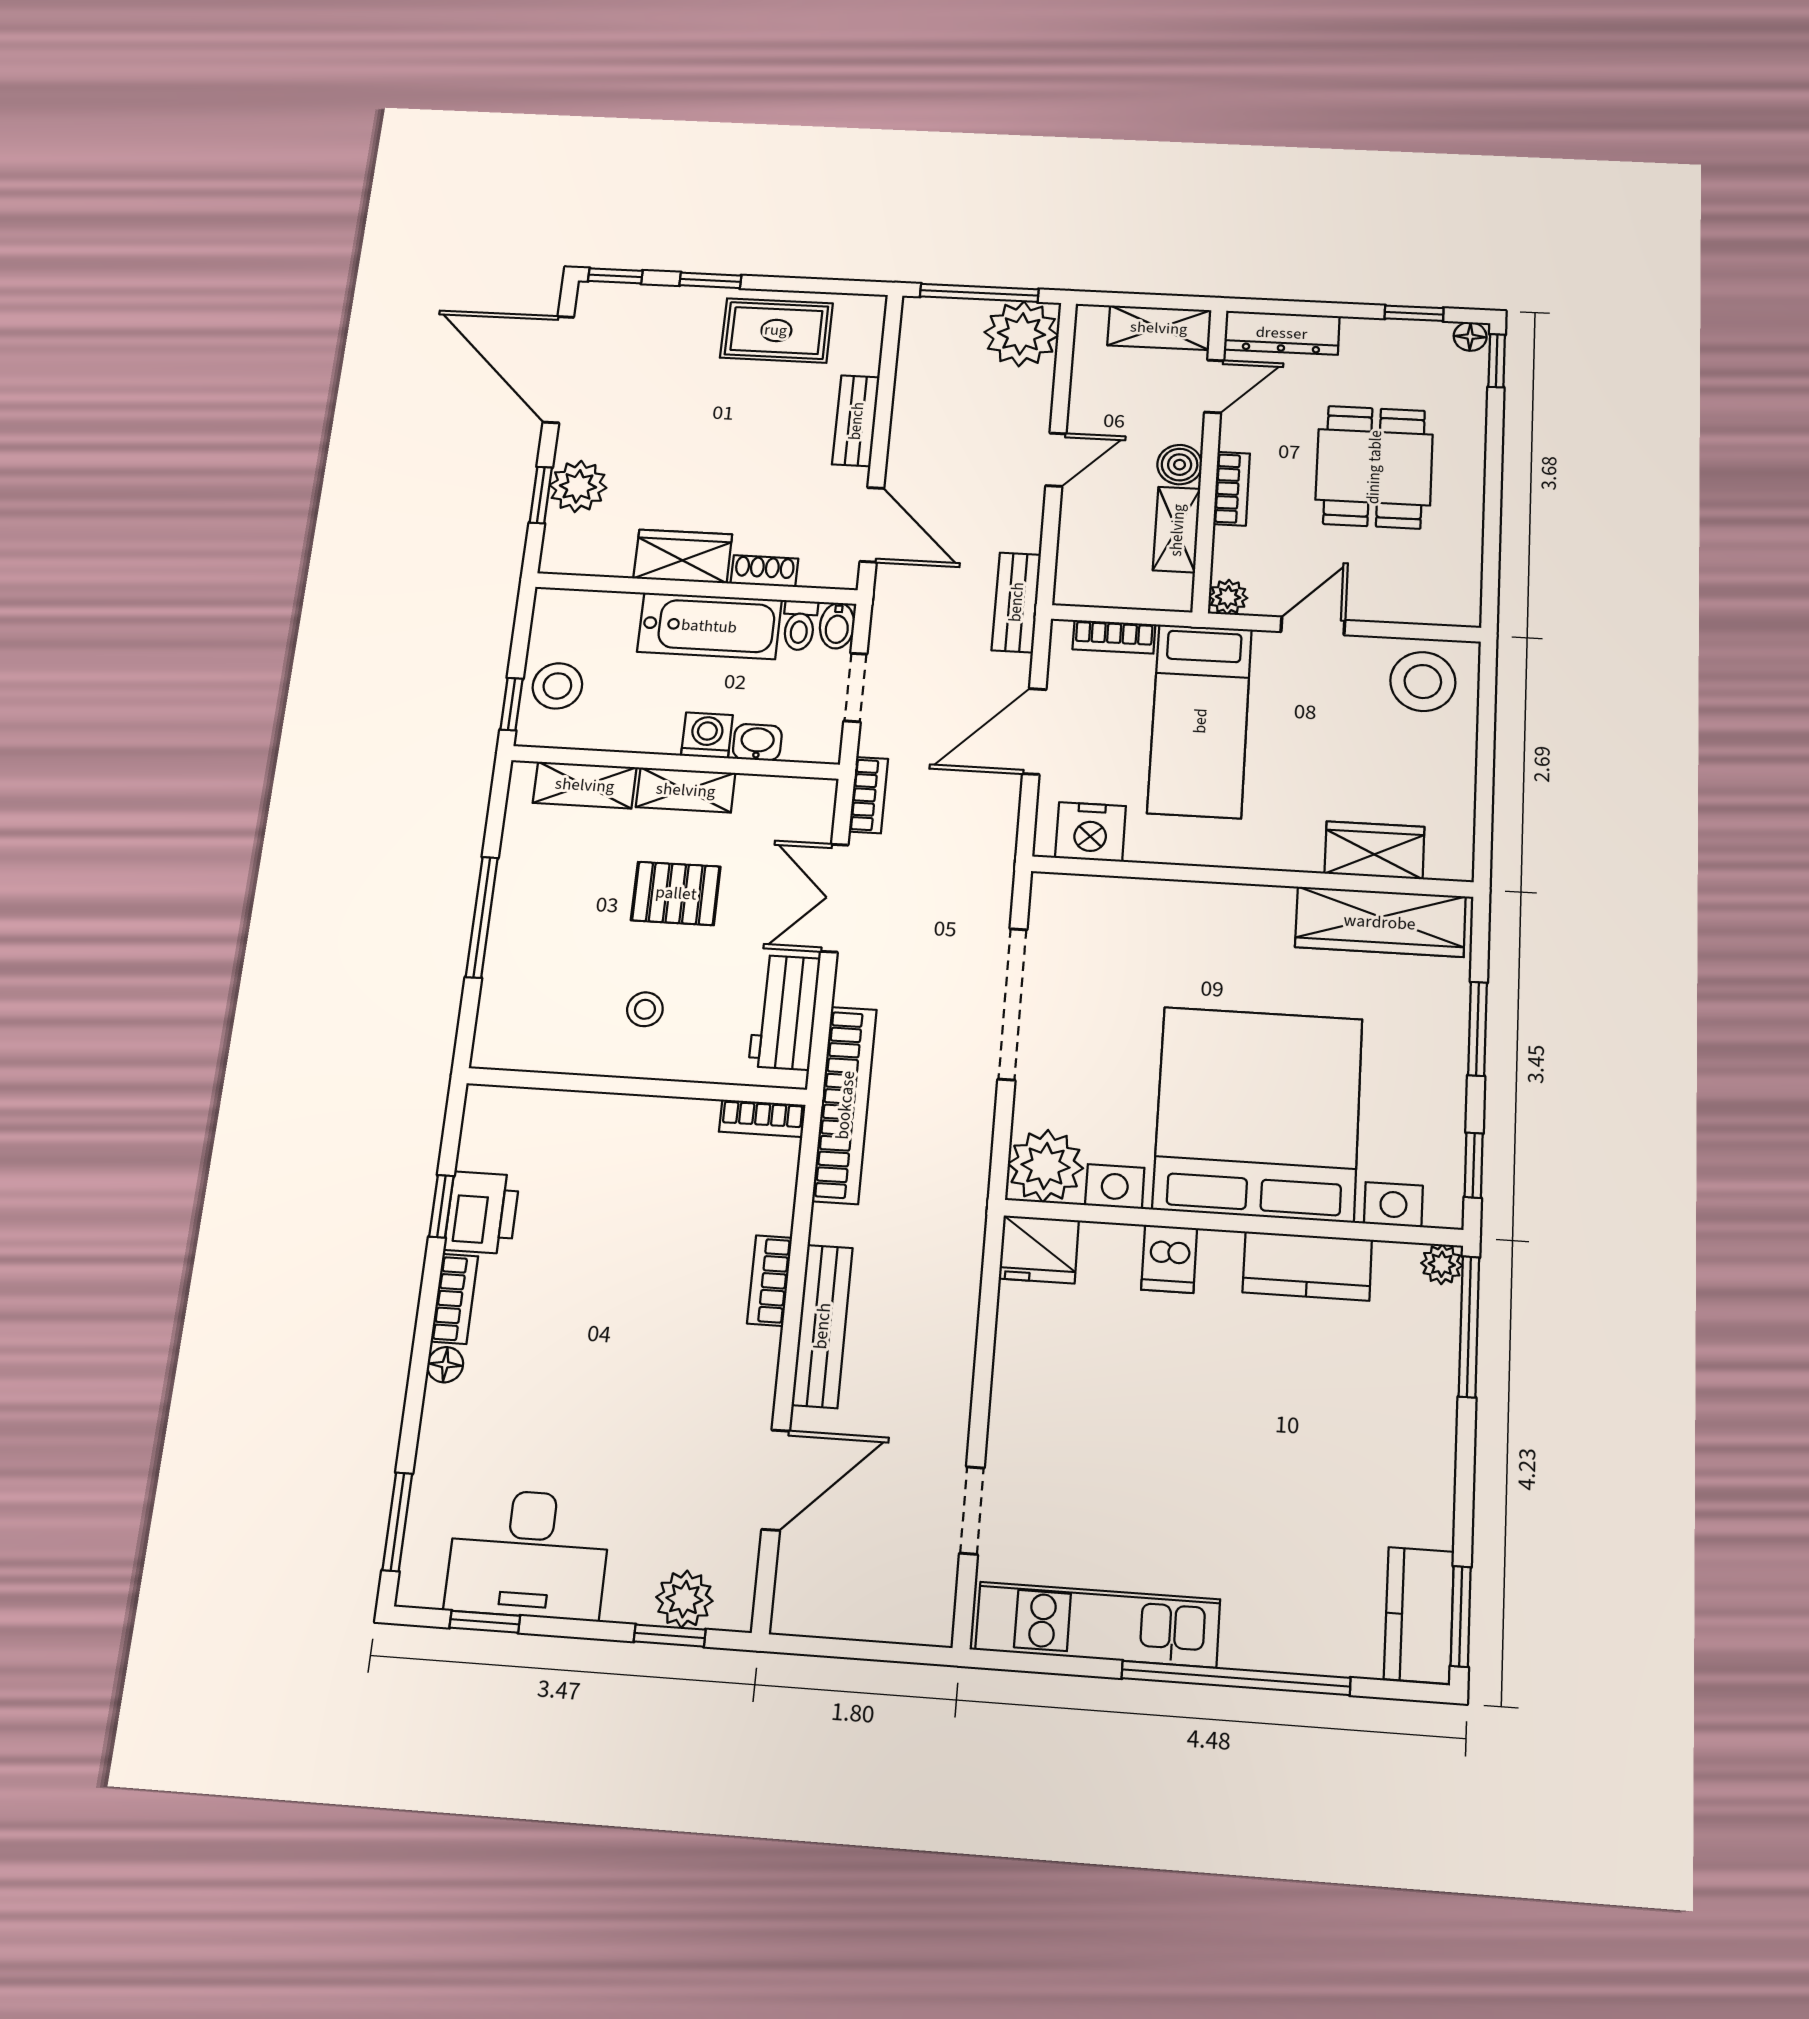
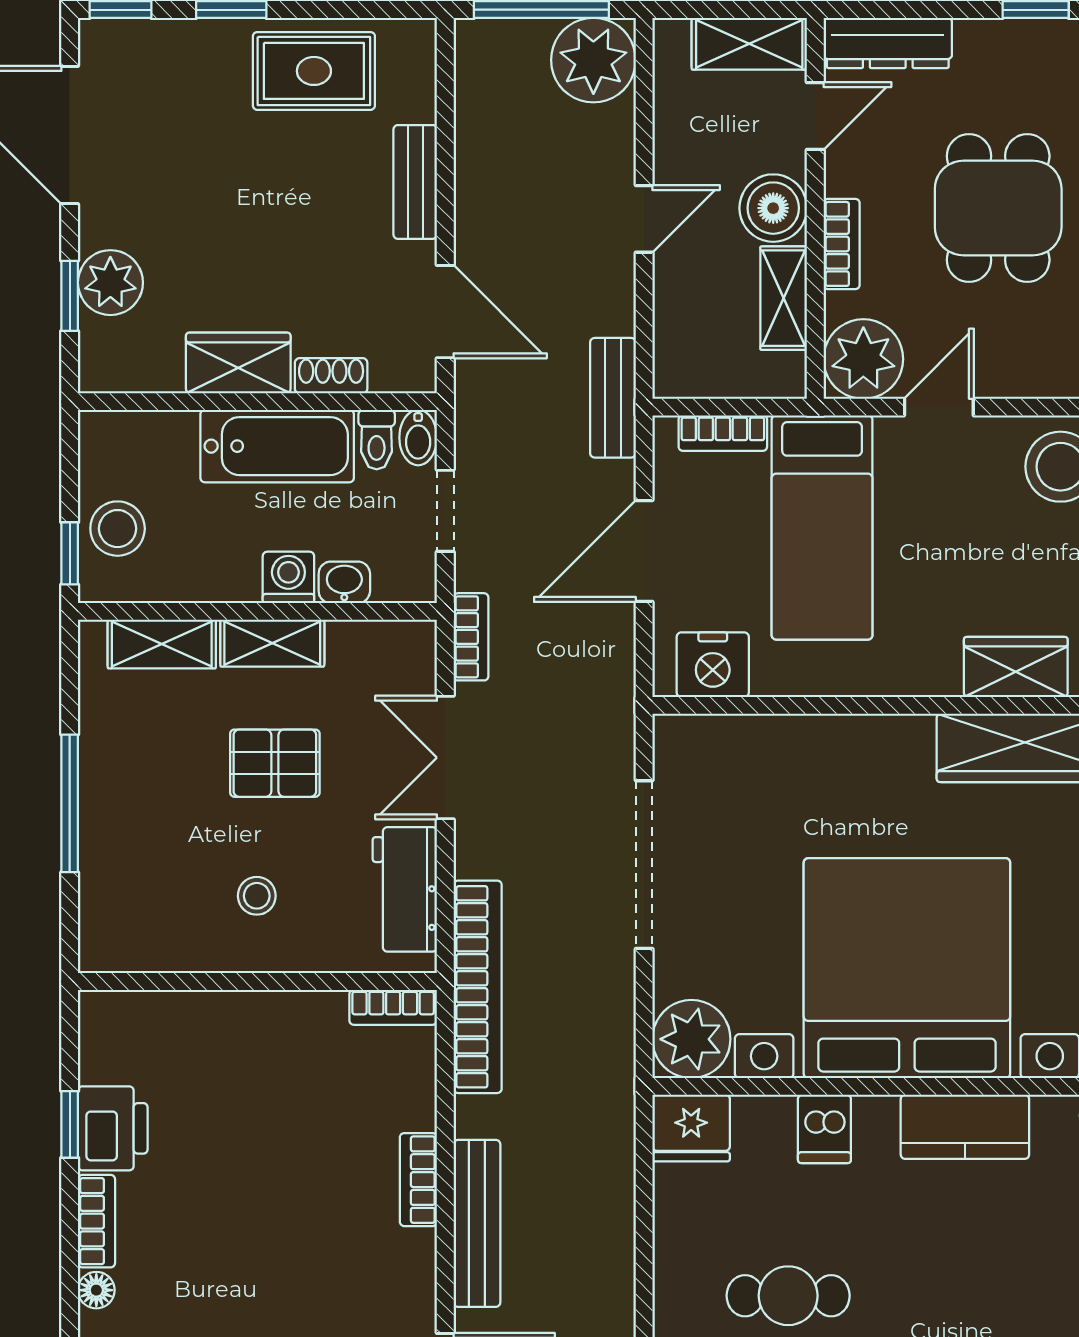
boiler: (1180, 465) -> (773, 208), width x1.36, depth x1.36
plant: (1228, 597) -> (863, 359), width x1.88, depth x1.88
cafe table: (1123, 1417) -> (788, 1296), added

